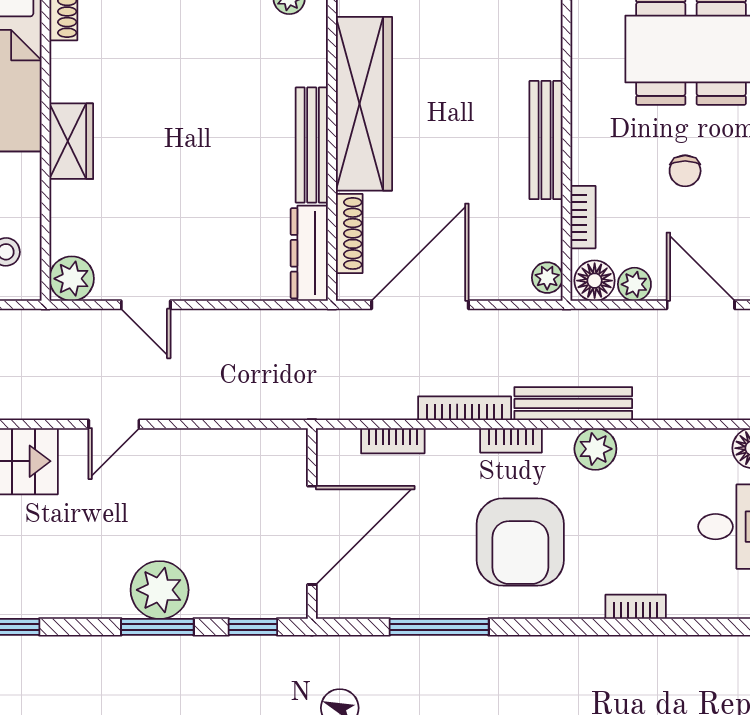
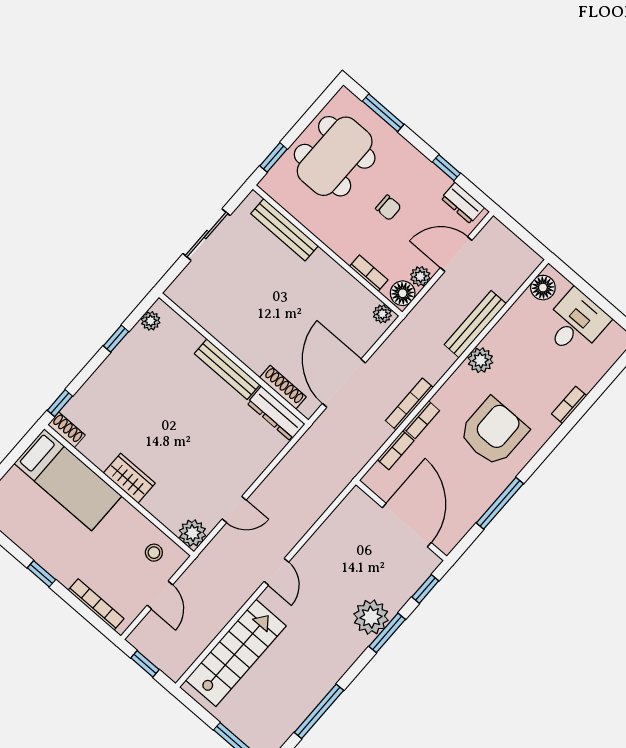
wardrobe: (364, 104) -> (229, 329), removed
bench: (546, 140) -> (284, 230), moved
bench: (573, 404) -> (475, 324), moved
bookcase: (511, 440) -> (422, 420), moved
armchair: (520, 542) -> (493, 432), turned -90

